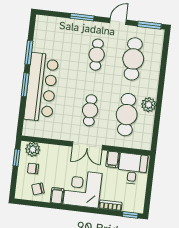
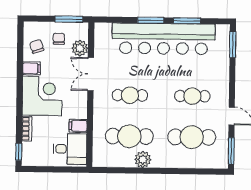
window: (82, 17) -> (233, 45), moved
bar counter: (41, 87) -> (164, 39), width x1.36
double door: (87, 146) -> (91, 74), moved
plant: (33, 149) -> (80, 48), moved
window: (17, 158) -> (69, 19), width x1.50

